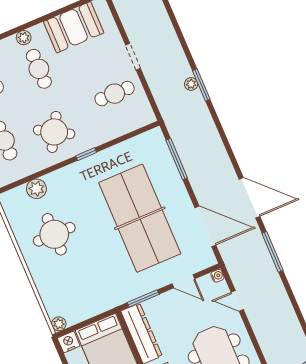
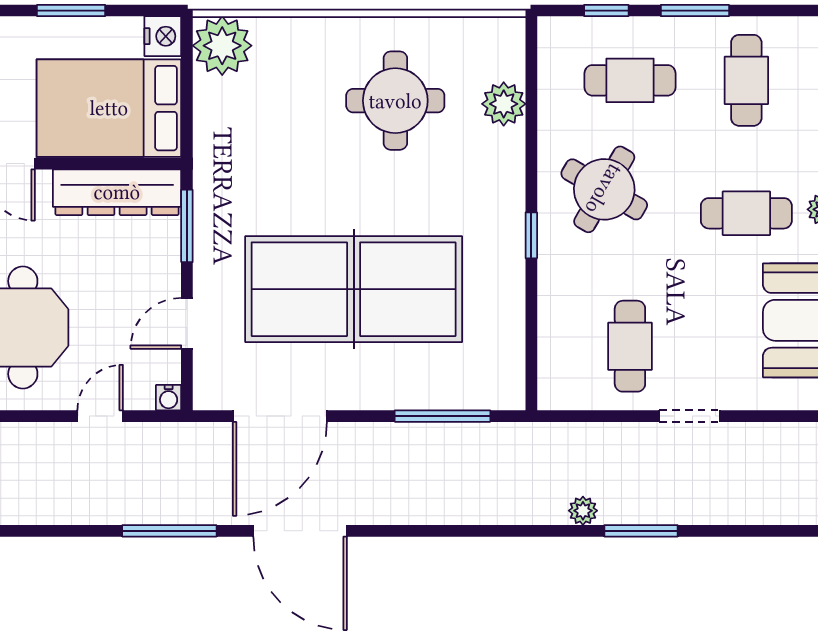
window: (201, 85) -> (641, 531), moved
door: (249, 198) -> (300, 531), hinge flipped
plant: (59, 324) -> (222, 46), width x1.87, depth x1.87

